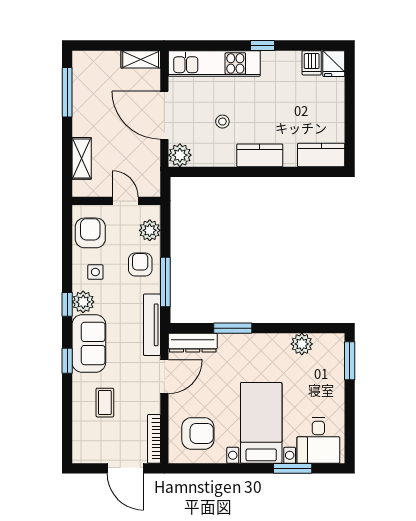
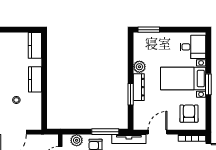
plant: (180, 155) -> (35, 124), removed
dresser: (193, 343) -> (139, 87), moved
plant: (302, 344) -> (139, 67), moved
door: (164, 377) -> (158, 132), hinge flipped
window: (293, 468) -> (208, 84), moved

